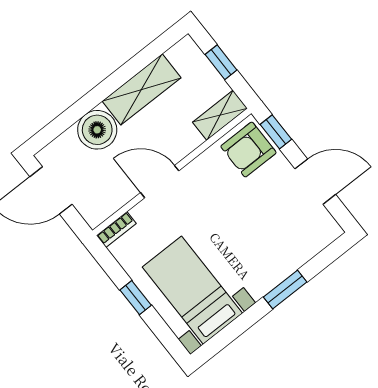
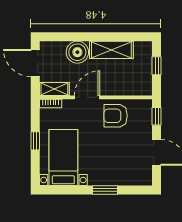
shelving: (220, 115) -> (54, 89), moved
armchair: (248, 150) -> (116, 116), moved
door: (160, 182) -> (87, 97), hinge flipped

